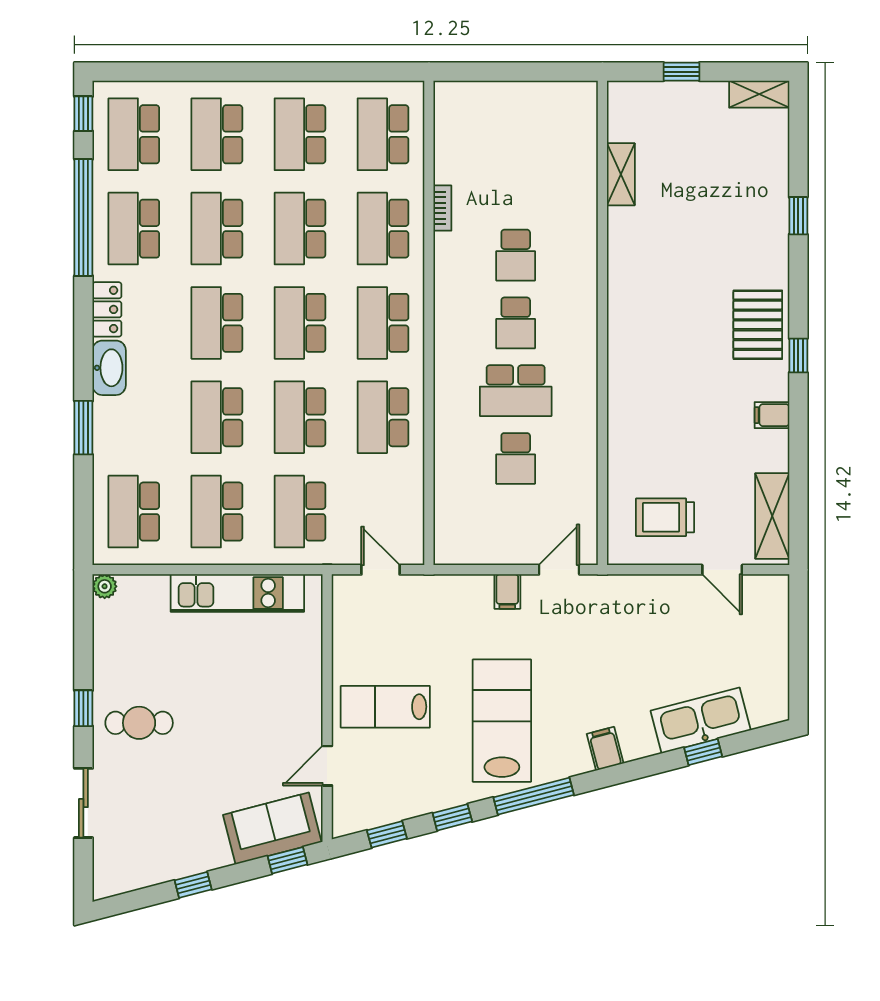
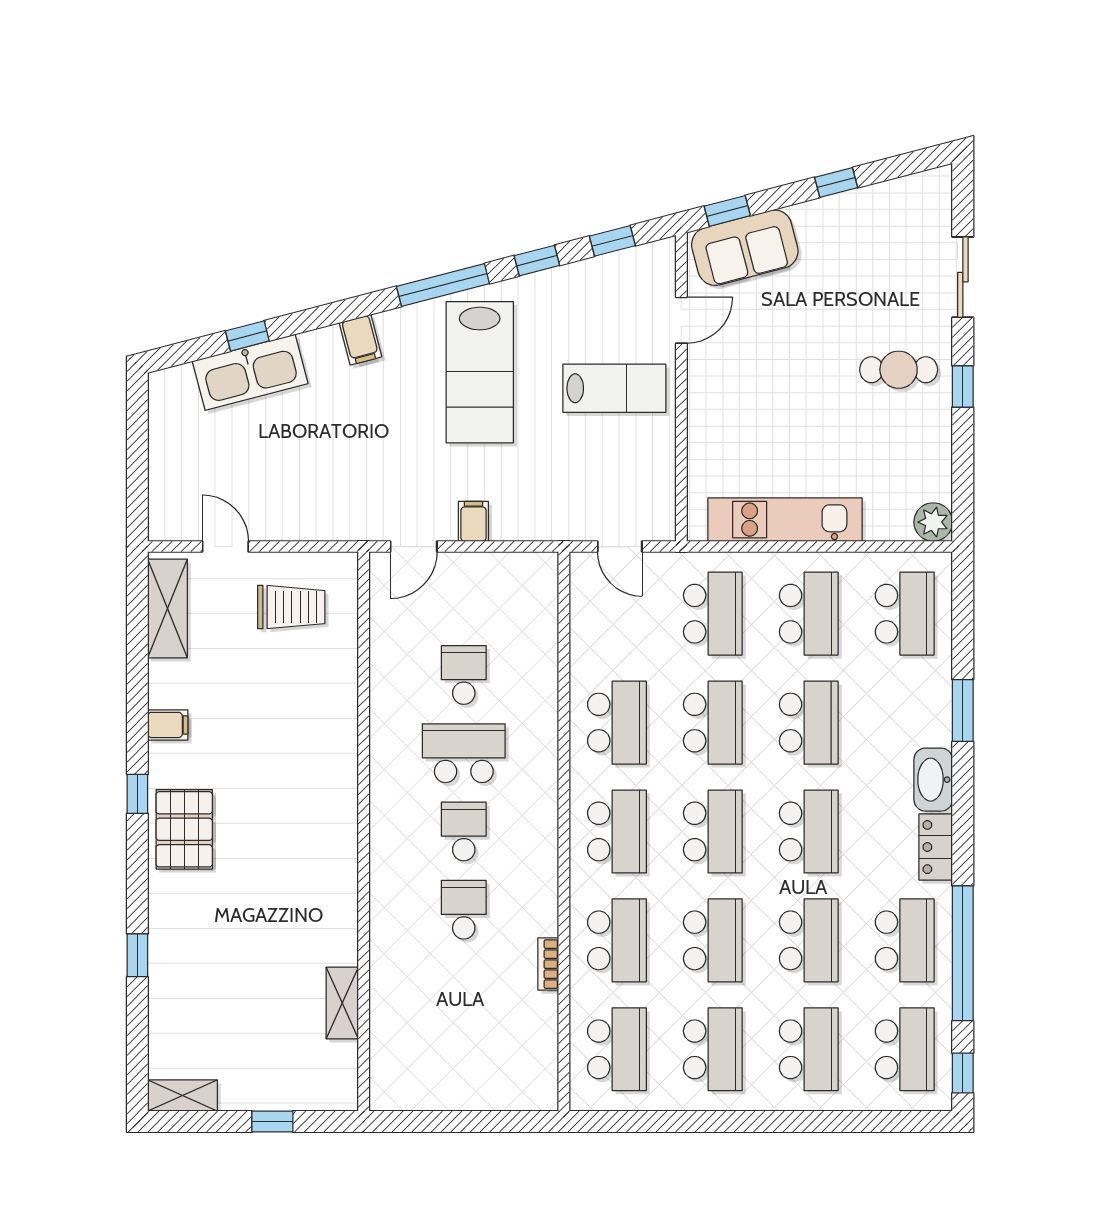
plant: (105, 586) -> (933, 522), width x1.38, depth x1.38

